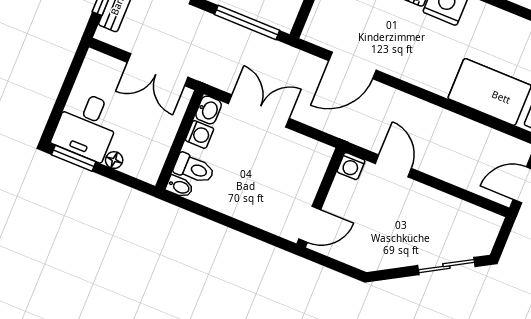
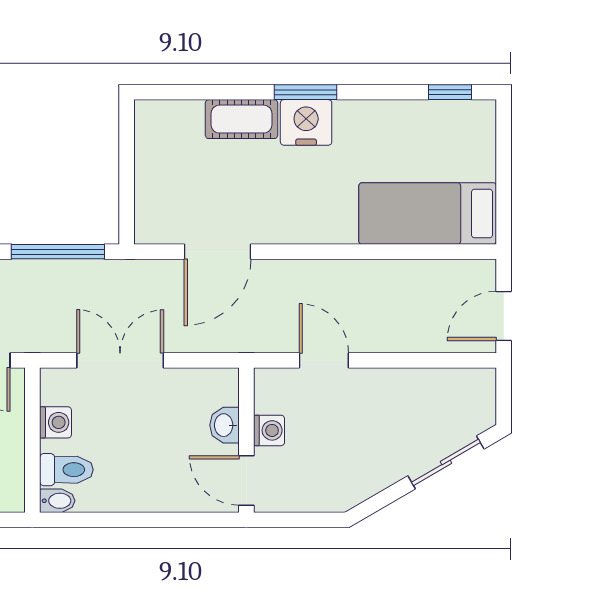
washbasin: (209, 110) -> (225, 425), moved, turned 180
washing machine: (351, 166) -> (269, 430), moved, turned -90
door: (310, 224) -> (246, 481), swing flipped

